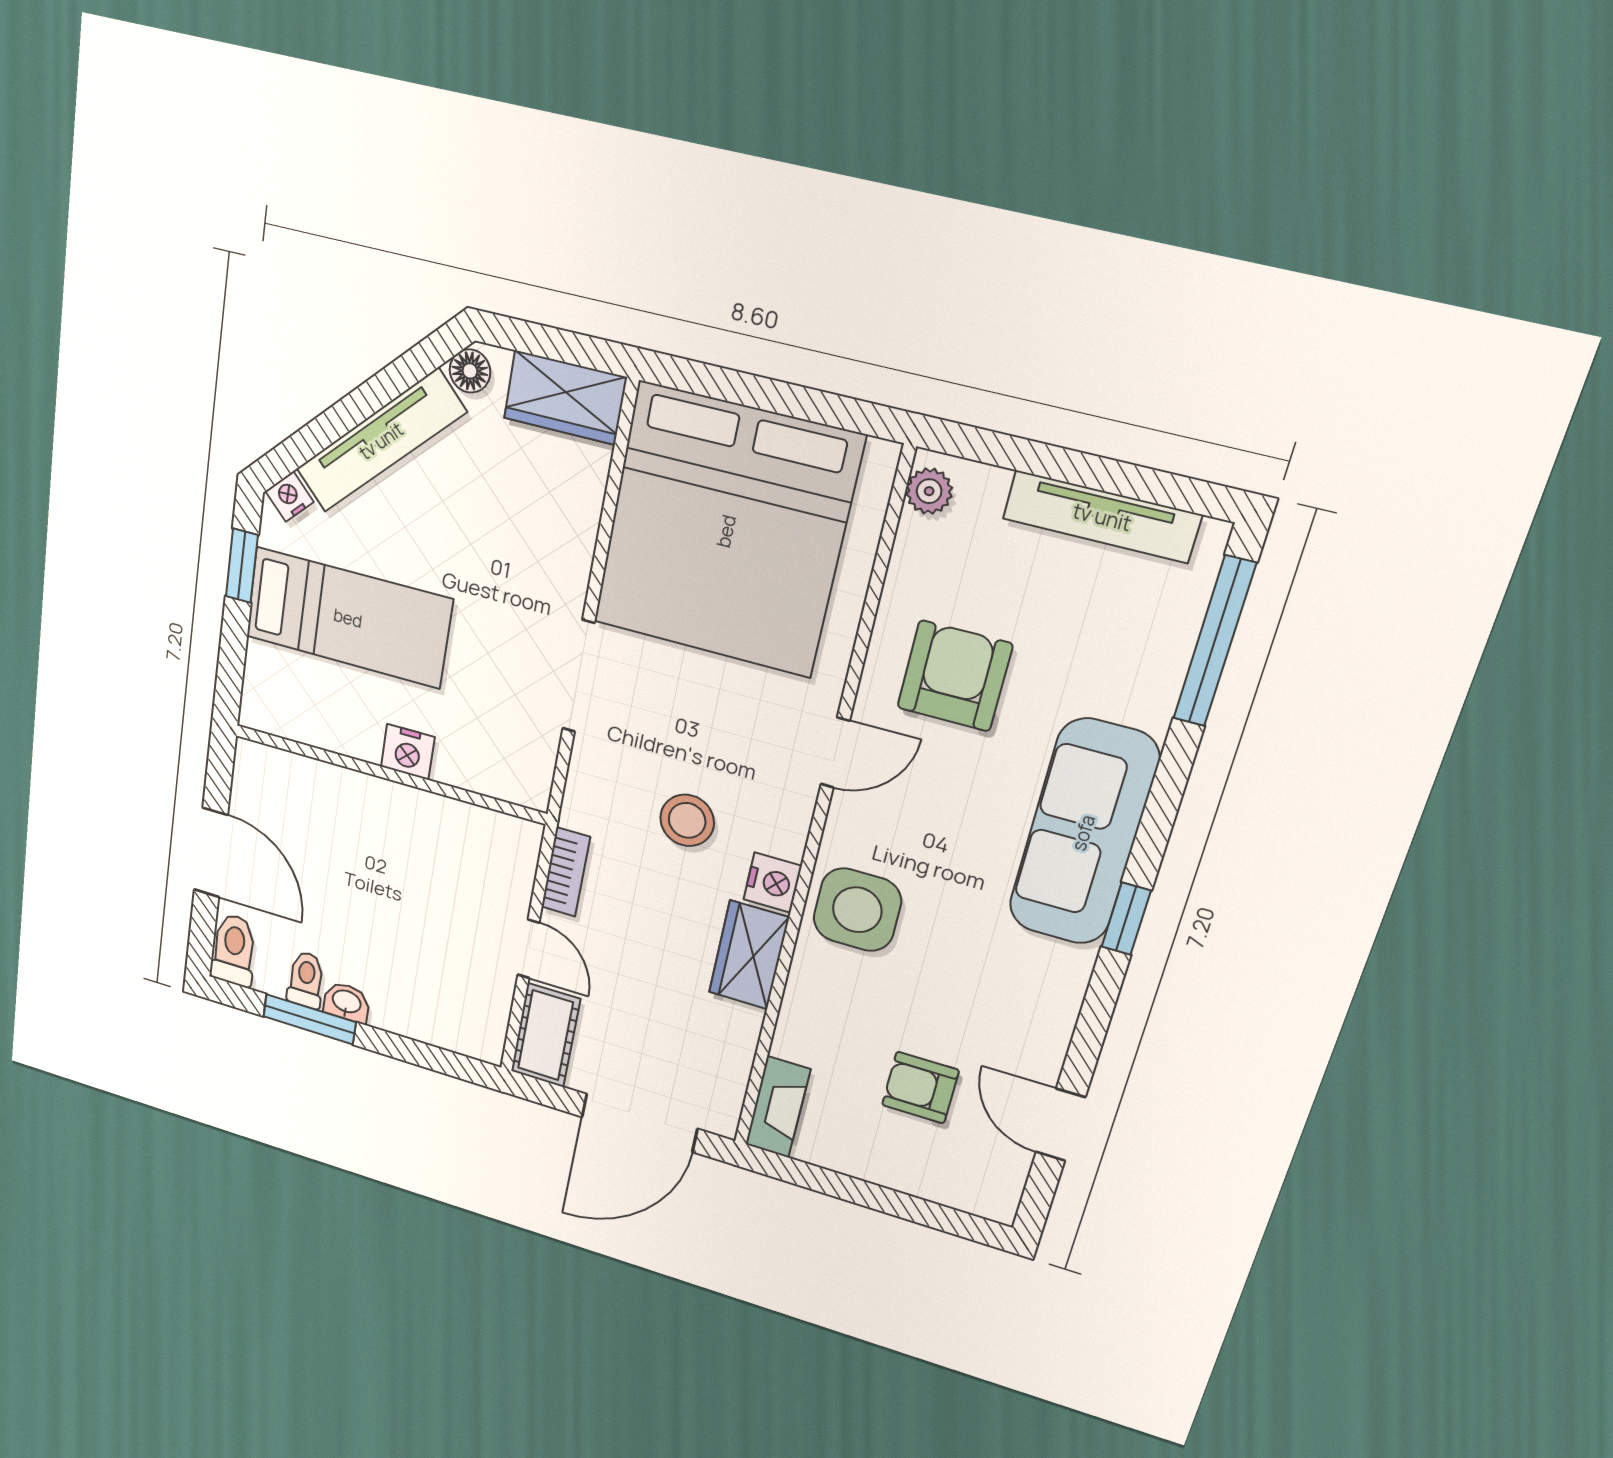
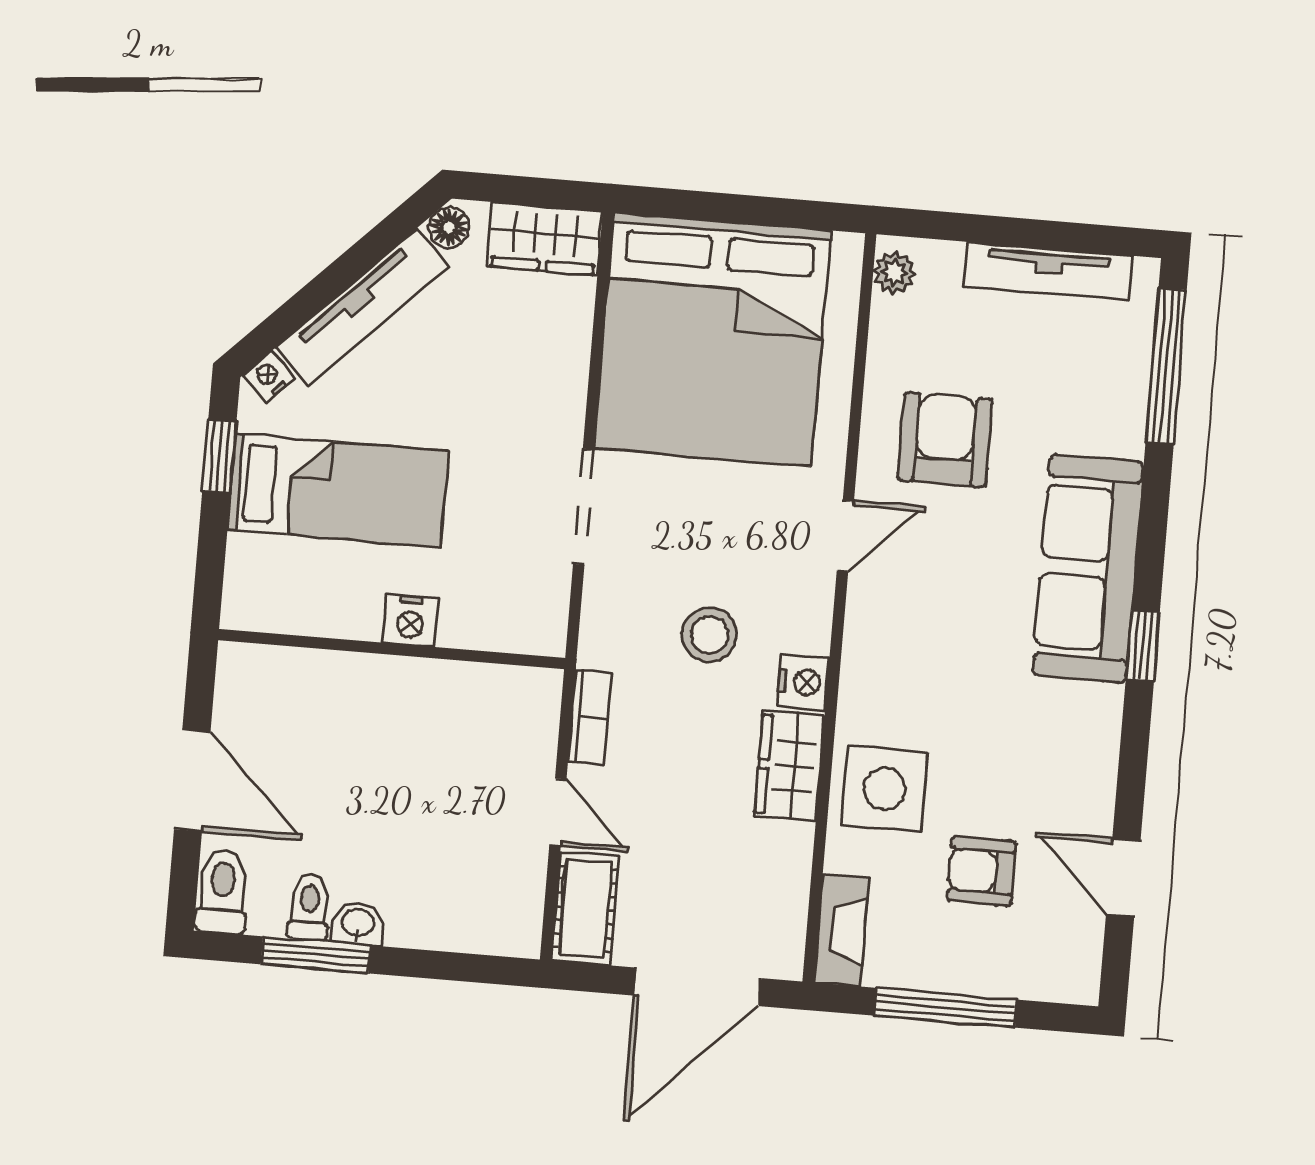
side table: (857, 910) -> (884, 789), moved
window: (866, 1194) -> (946, 1008), added

